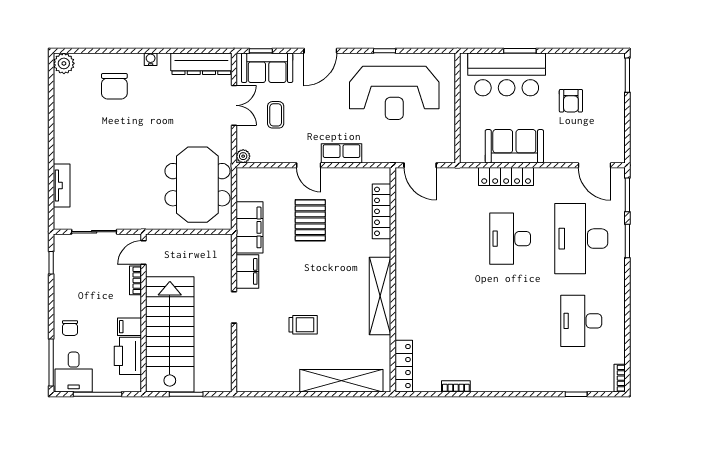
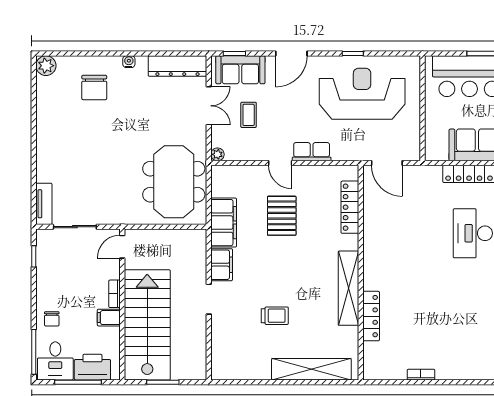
reception desk: (394, 93) -> (362, 94), turned 180
tv unit: (62, 185) -> (44, 204), moved
bookcase: (136, 280) -> (114, 294), moved
printer: (128, 356) -> (92, 367), moved, turned 90
locker: (404, 366) -> (371, 316), moved

